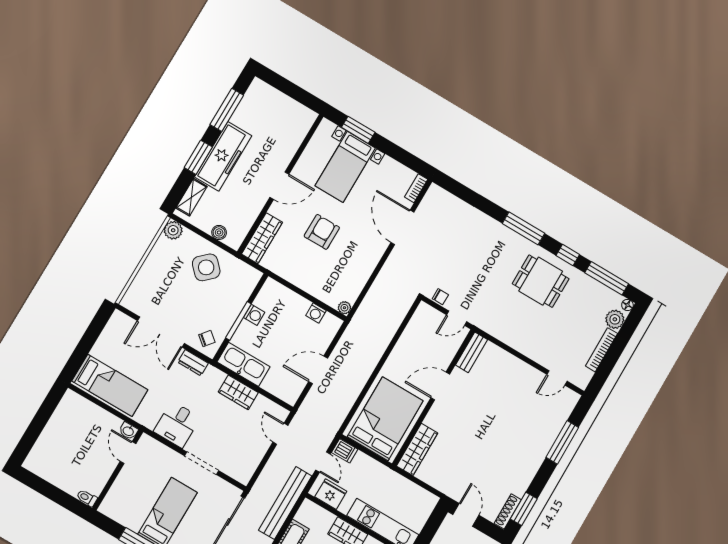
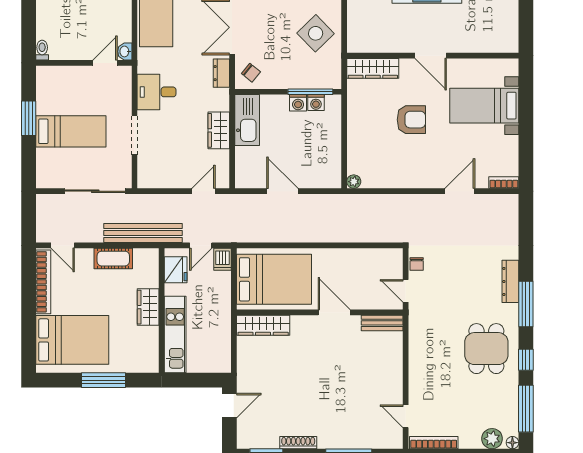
window: (358, 130) -> (526, 97), removed
door: (402, 227) -> (460, 191), width x0.73
dresser: (498, 230) -> (510, 281), added
boiler: (219, 232) -> (355, 26), removed
washing machine: (316, 313) -> (316, 103), moved, turned -90
window: (238, 321) -> (310, 92), moved
bookcase: (601, 350) -> (434, 443), moved
shoe rack: (508, 511) -> (298, 443), moved

